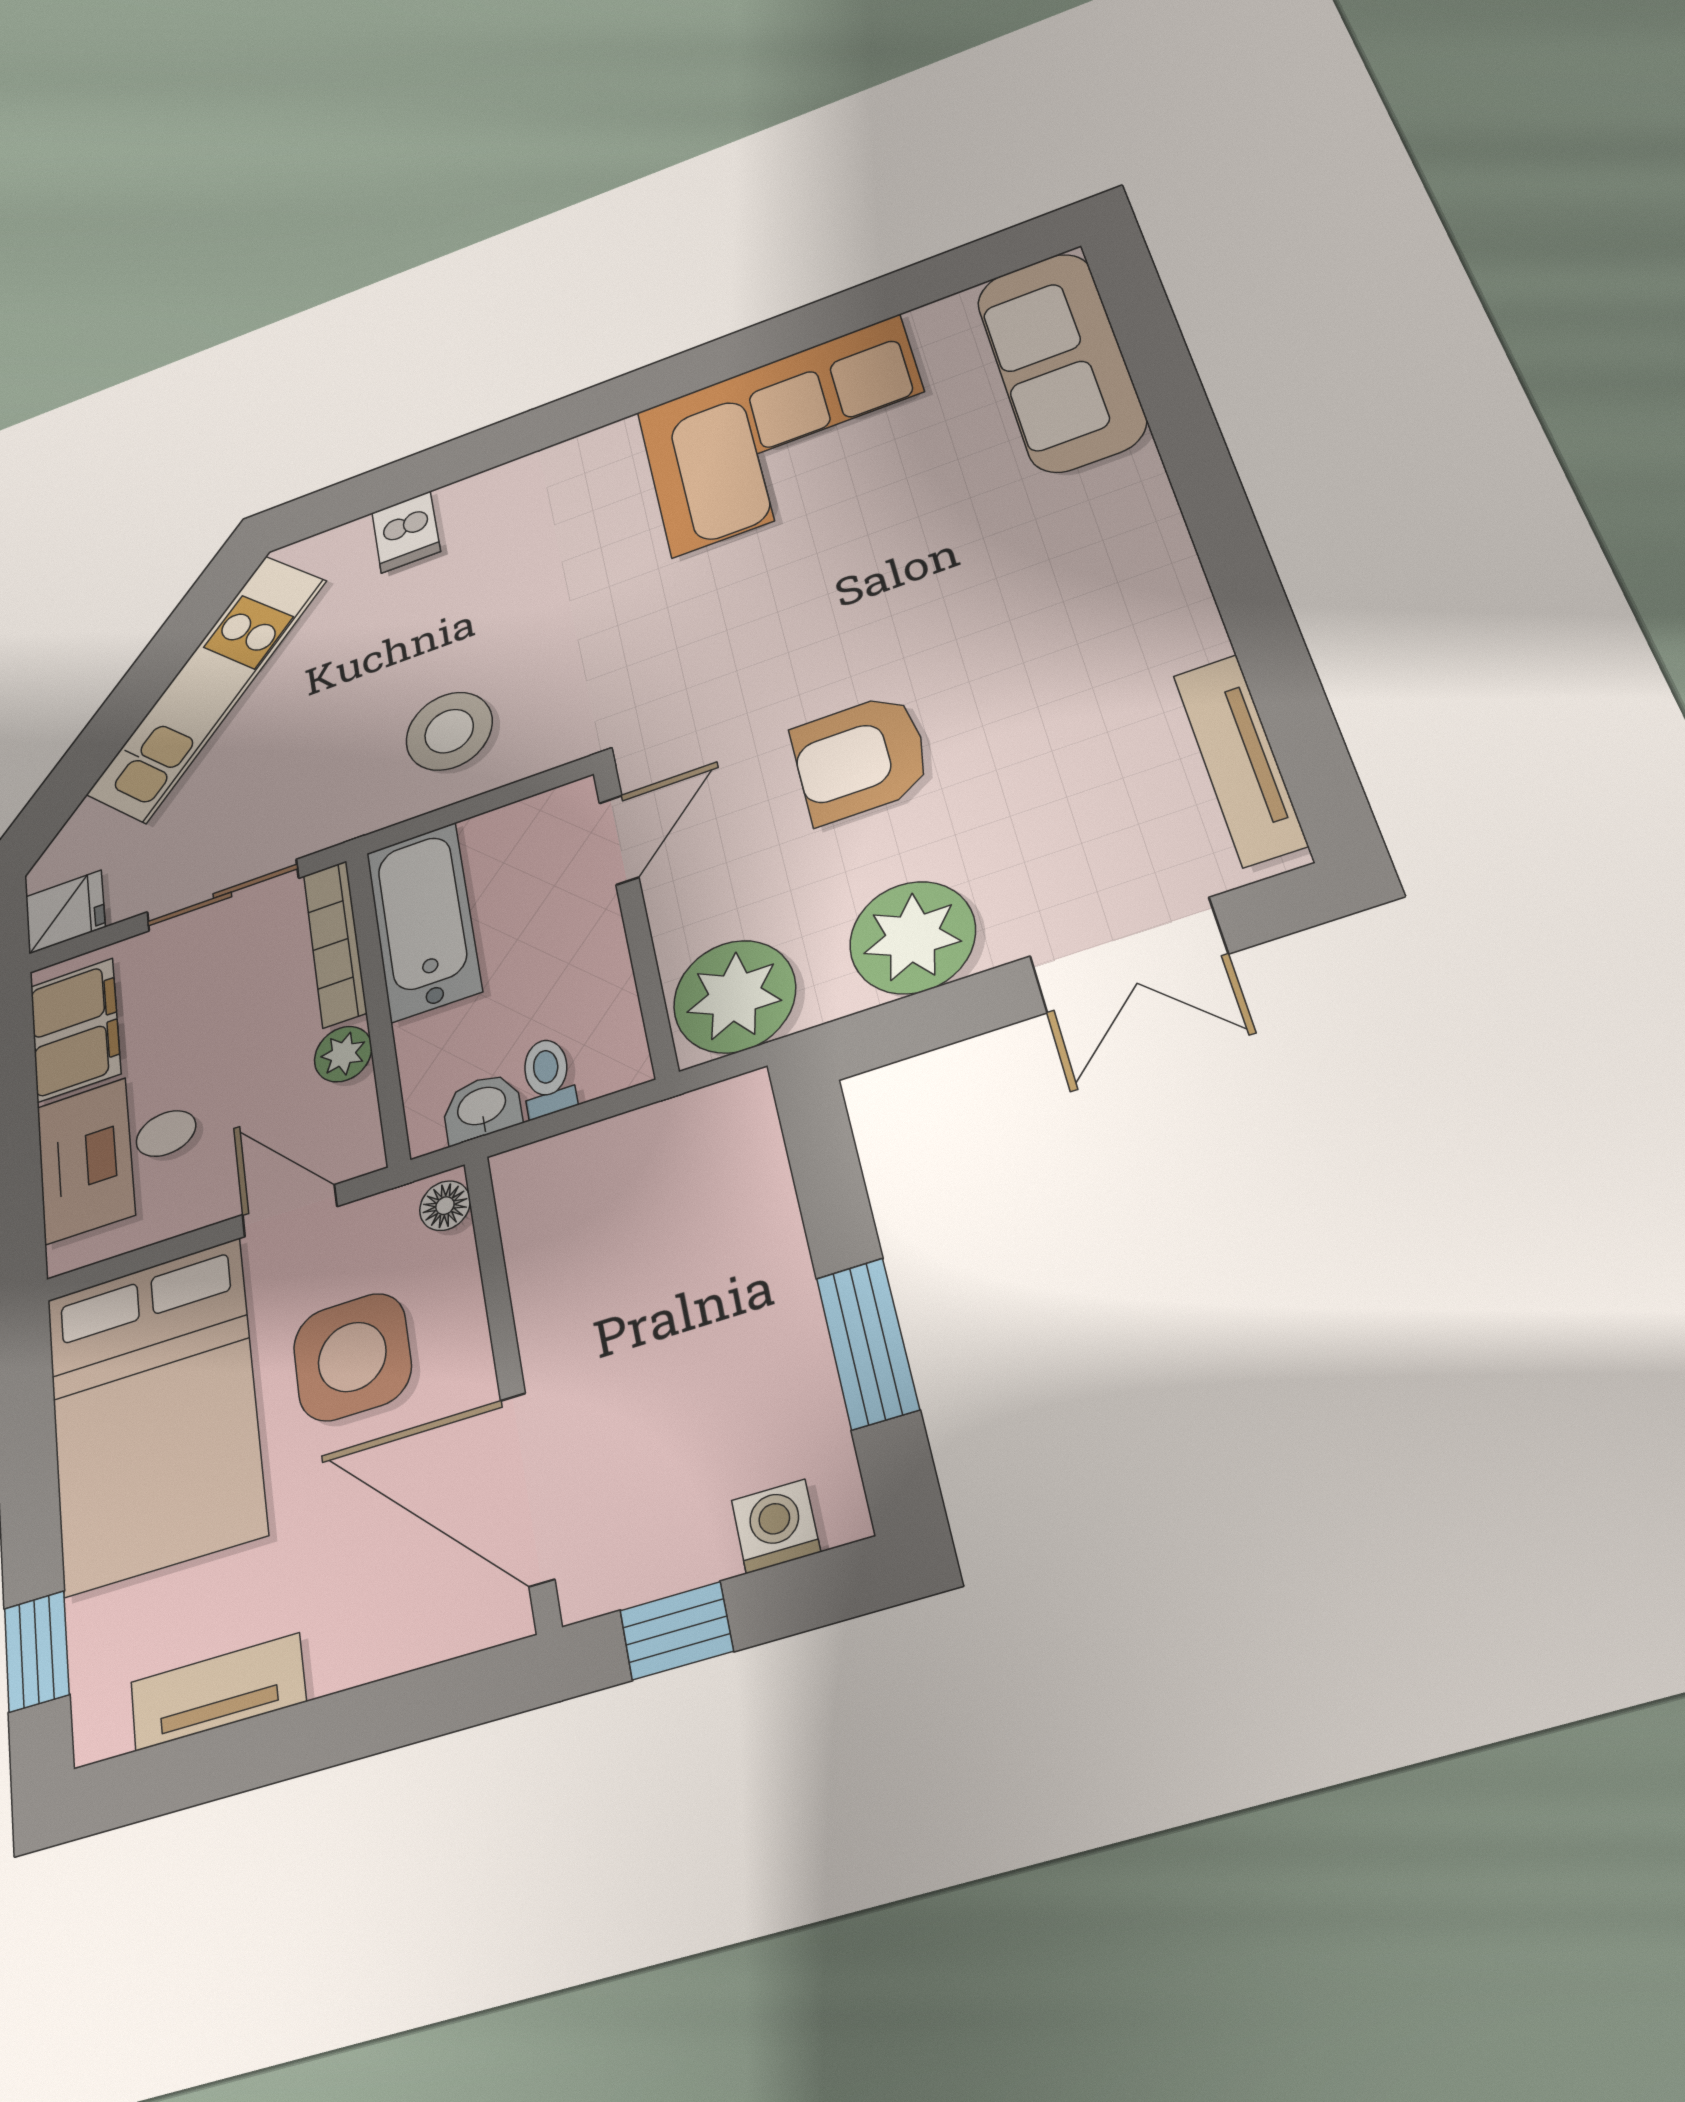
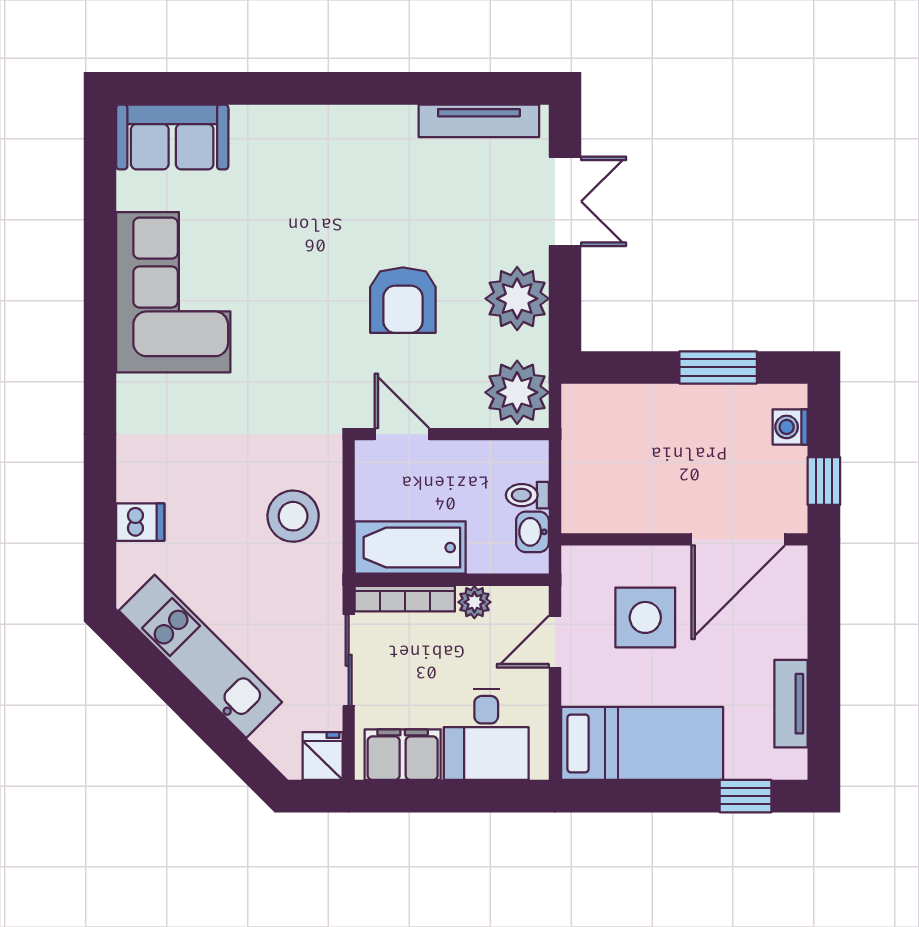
sofa: (1060, 361) -> (172, 137), width x0.73
floor lamp: (445, 1206) -> (580, 559), removed
bed: (154, 1413) -> (642, 743), width x0.67

